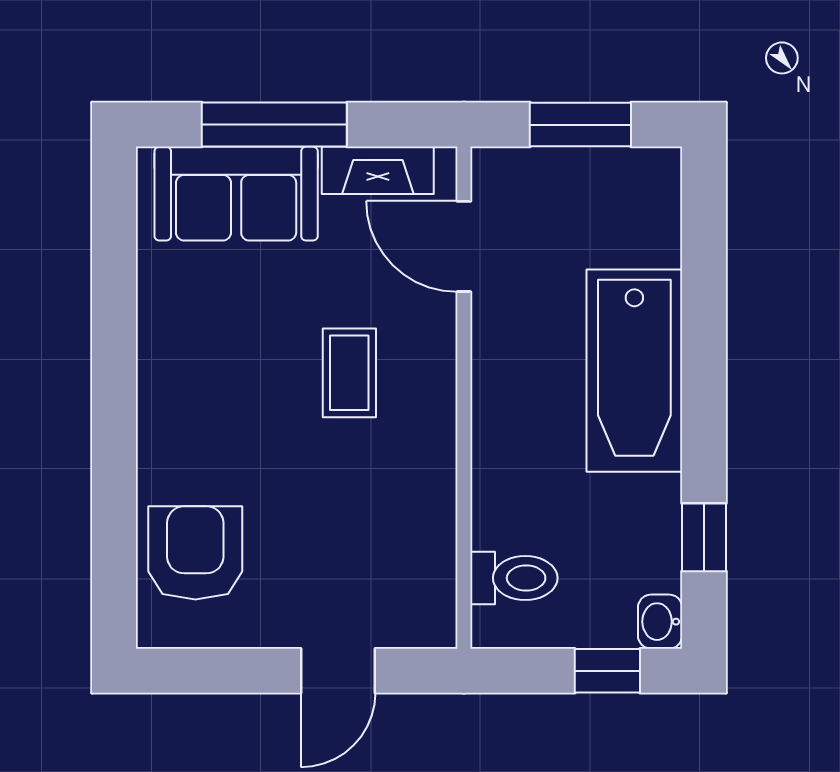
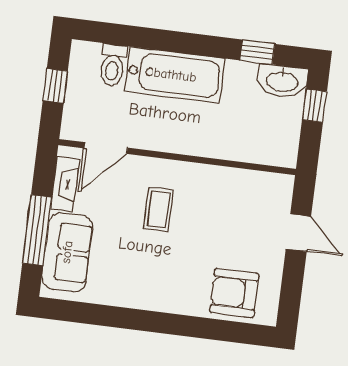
window: (580, 125) -> (55, 86), width x0.67
coffee table: (349, 373) -> (159, 210), turned 90
toilet: (514, 578) -> (113, 65), moved, turned 180
washbasin: (660, 622) -> (282, 81), width x1.91, depth x1.45

